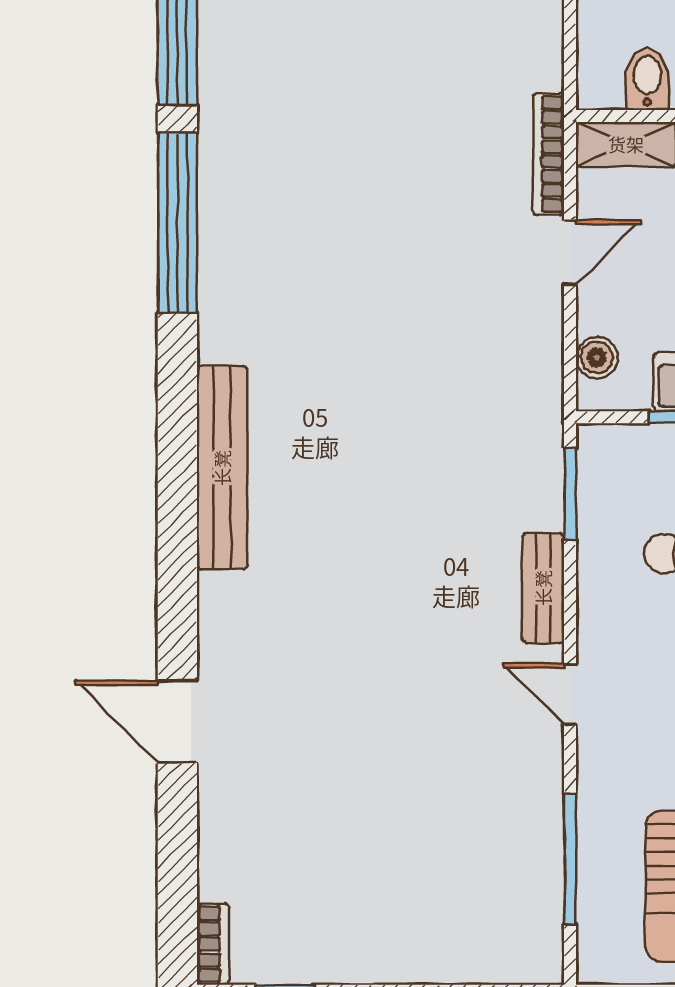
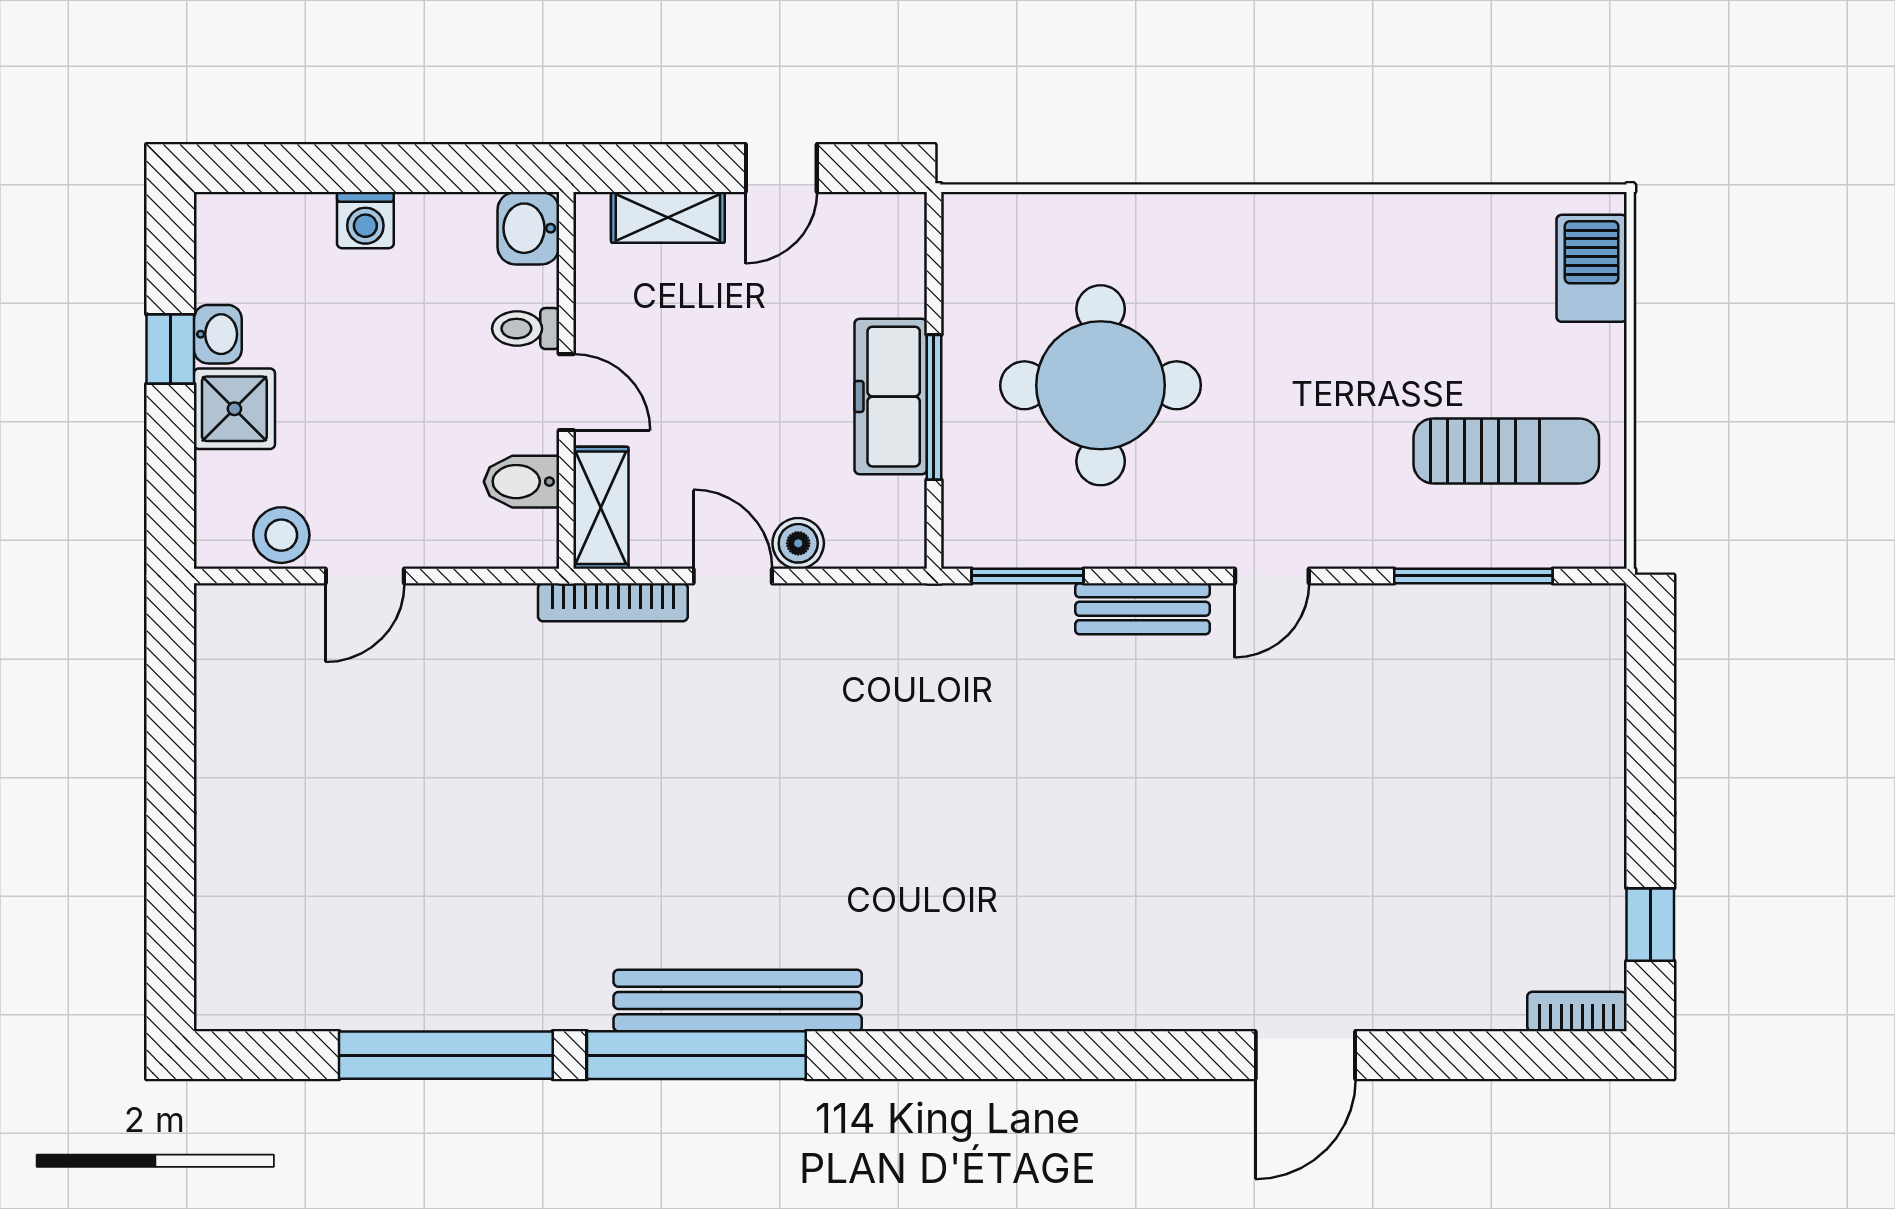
boiler: (597, 358) -> (798, 543), moved
bench: (222, 468) -> (738, 1000), moved

